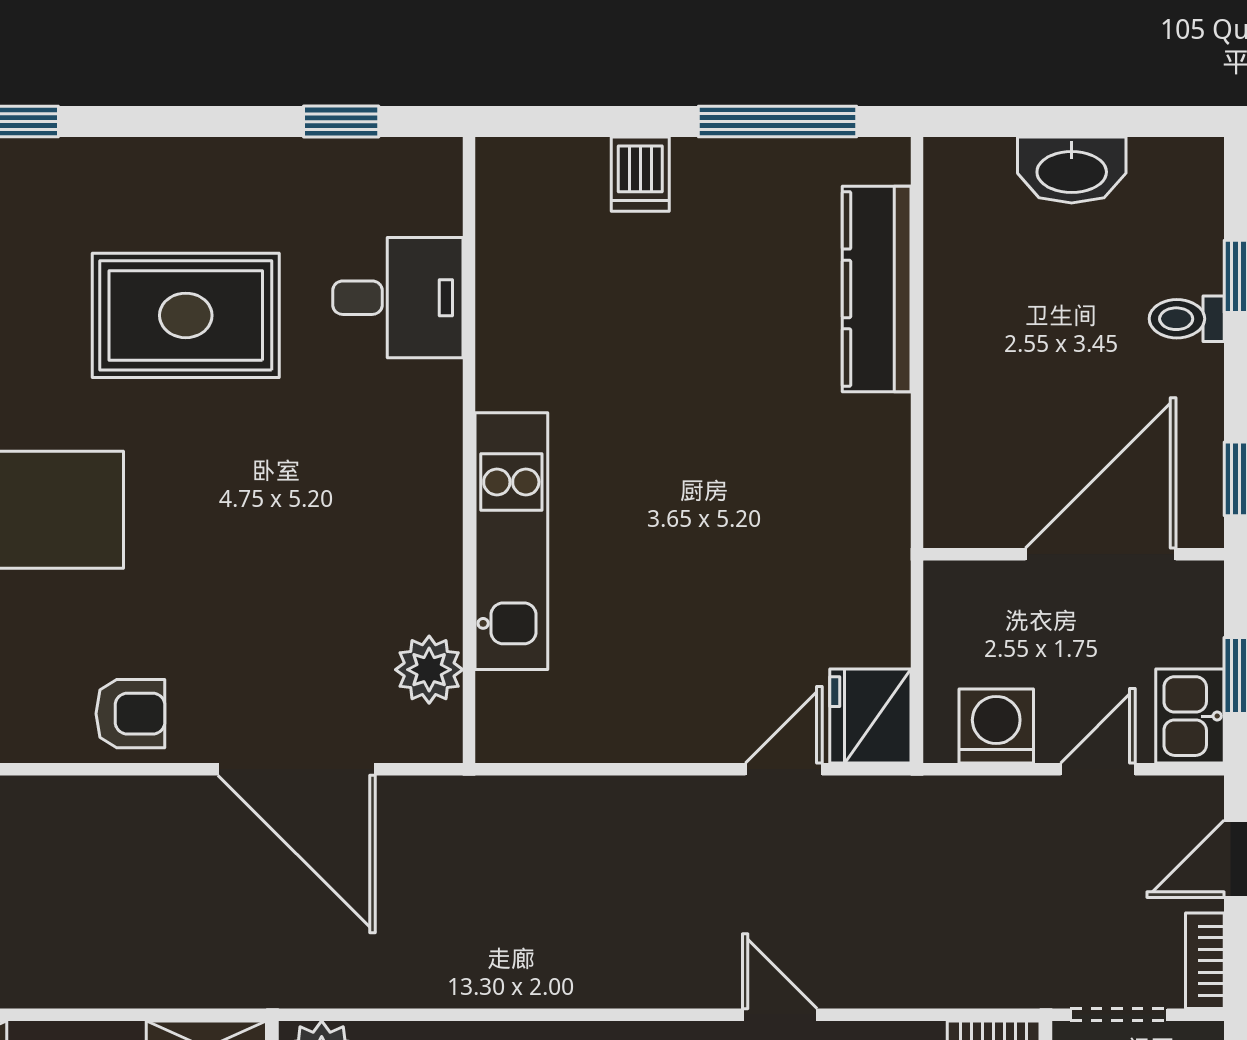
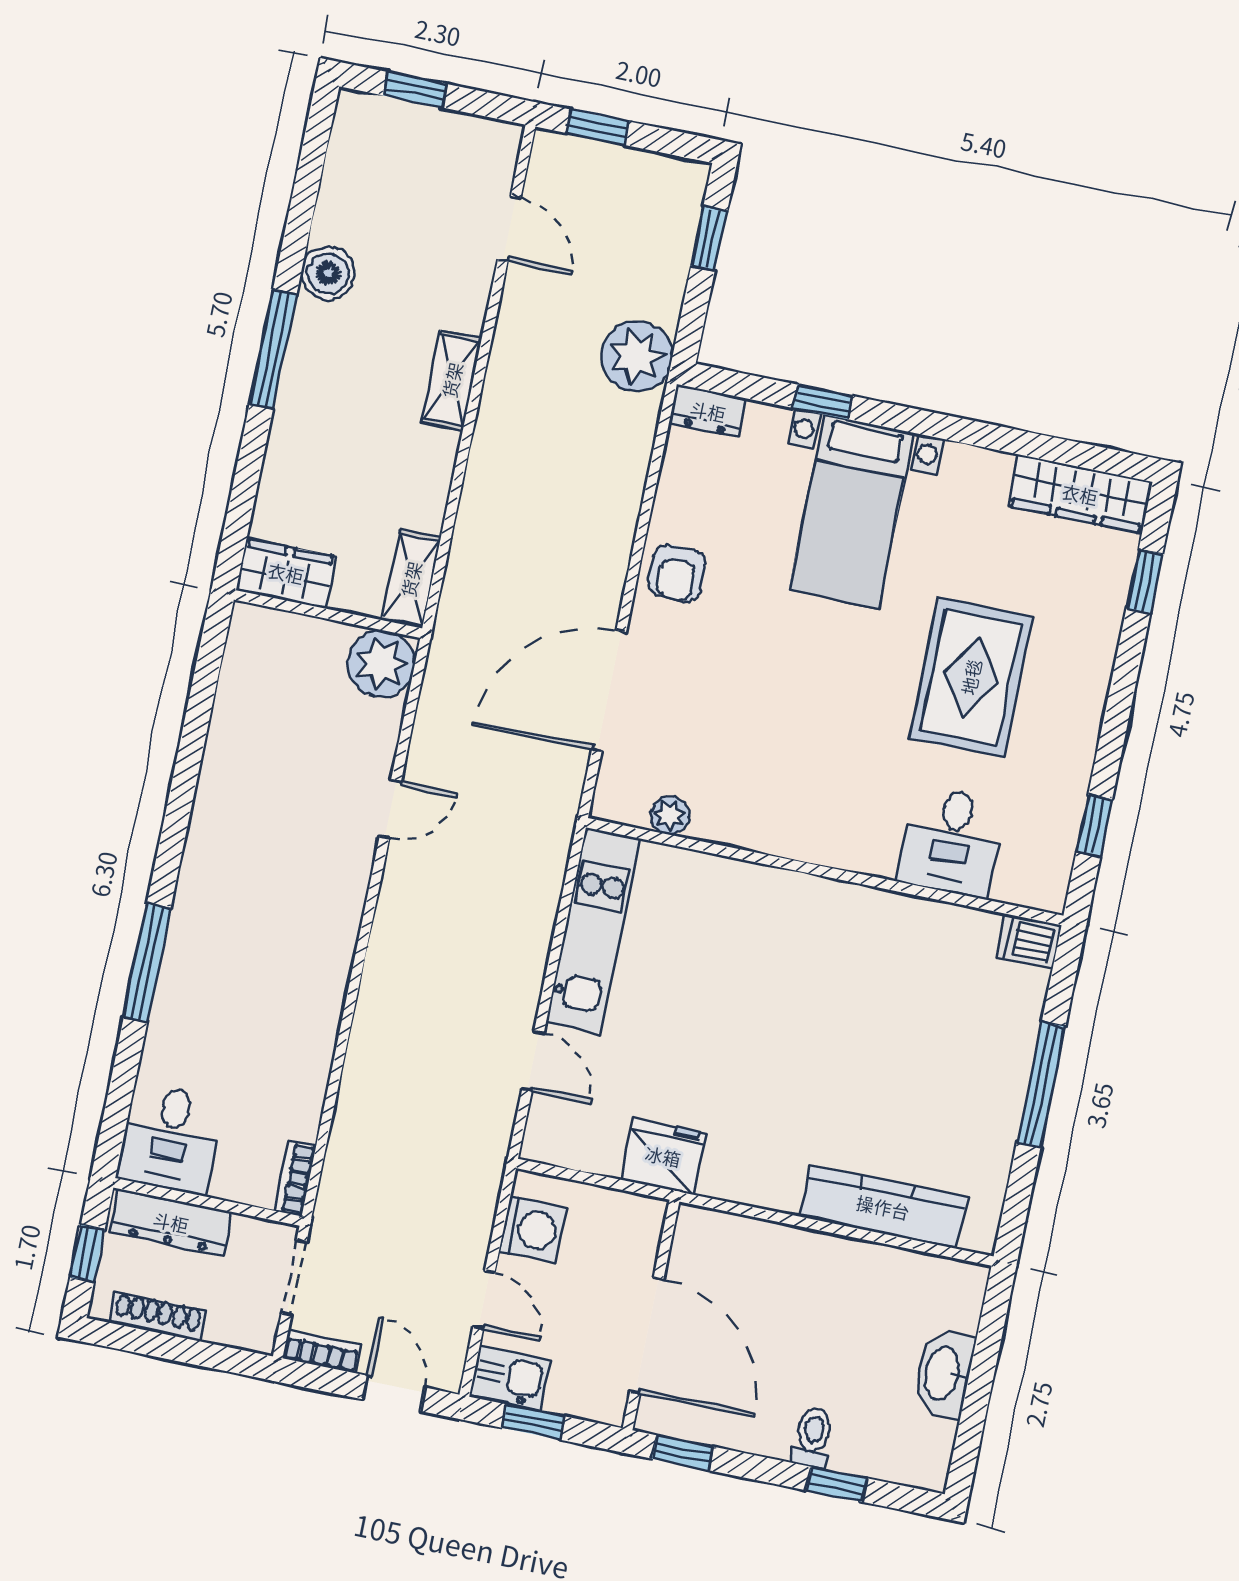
window: (777, 122) -> (1041, 1084), moved
dishwasher: (640, 174) -> (1029, 941), moved
kitchen unit: (511, 541) -> (593, 931), moved, turned -90
plant: (429, 670) -> (670, 815), width x0.73, depth x0.73
fridge: (870, 716) -> (663, 1156), moved
door: (780, 1015) -> (390, 809), moved

